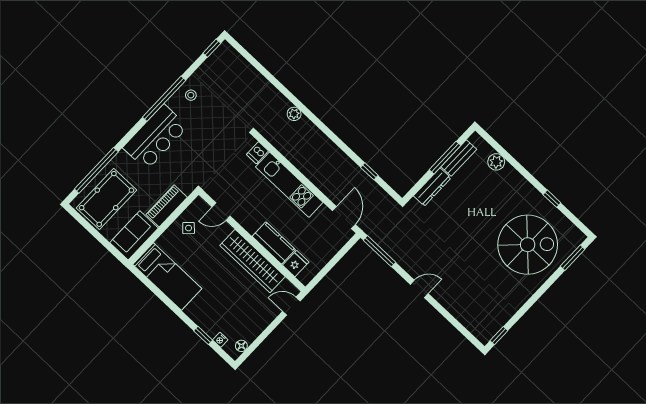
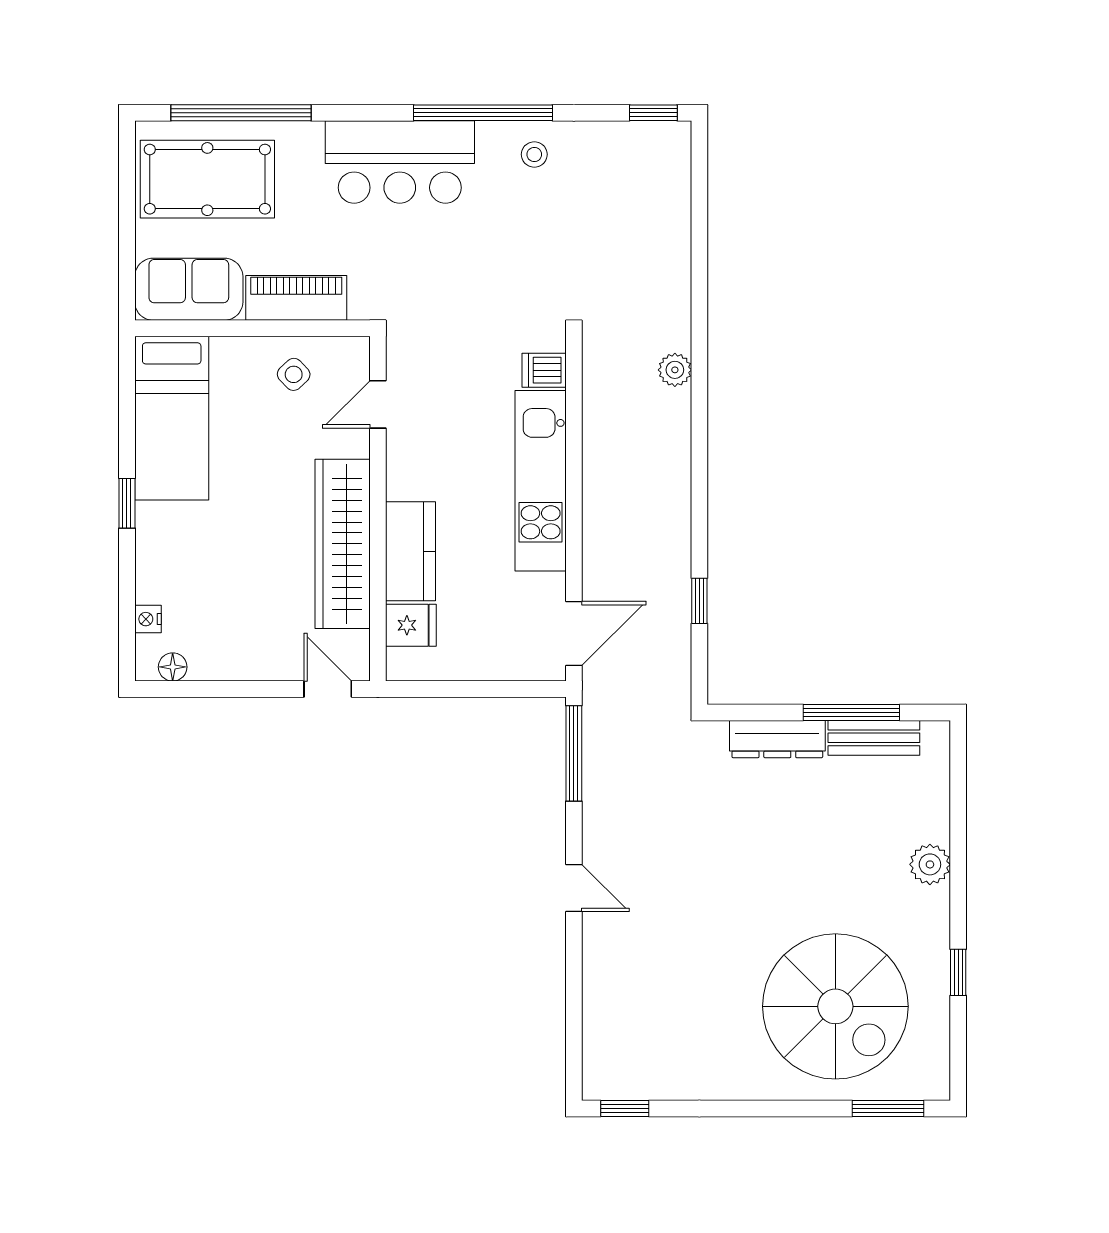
plant: (496, 162) -> (930, 864), moved
door: (221, 212) -> (378, 404), hinge flipped
window: (203, 335) -> (127, 503), moved

